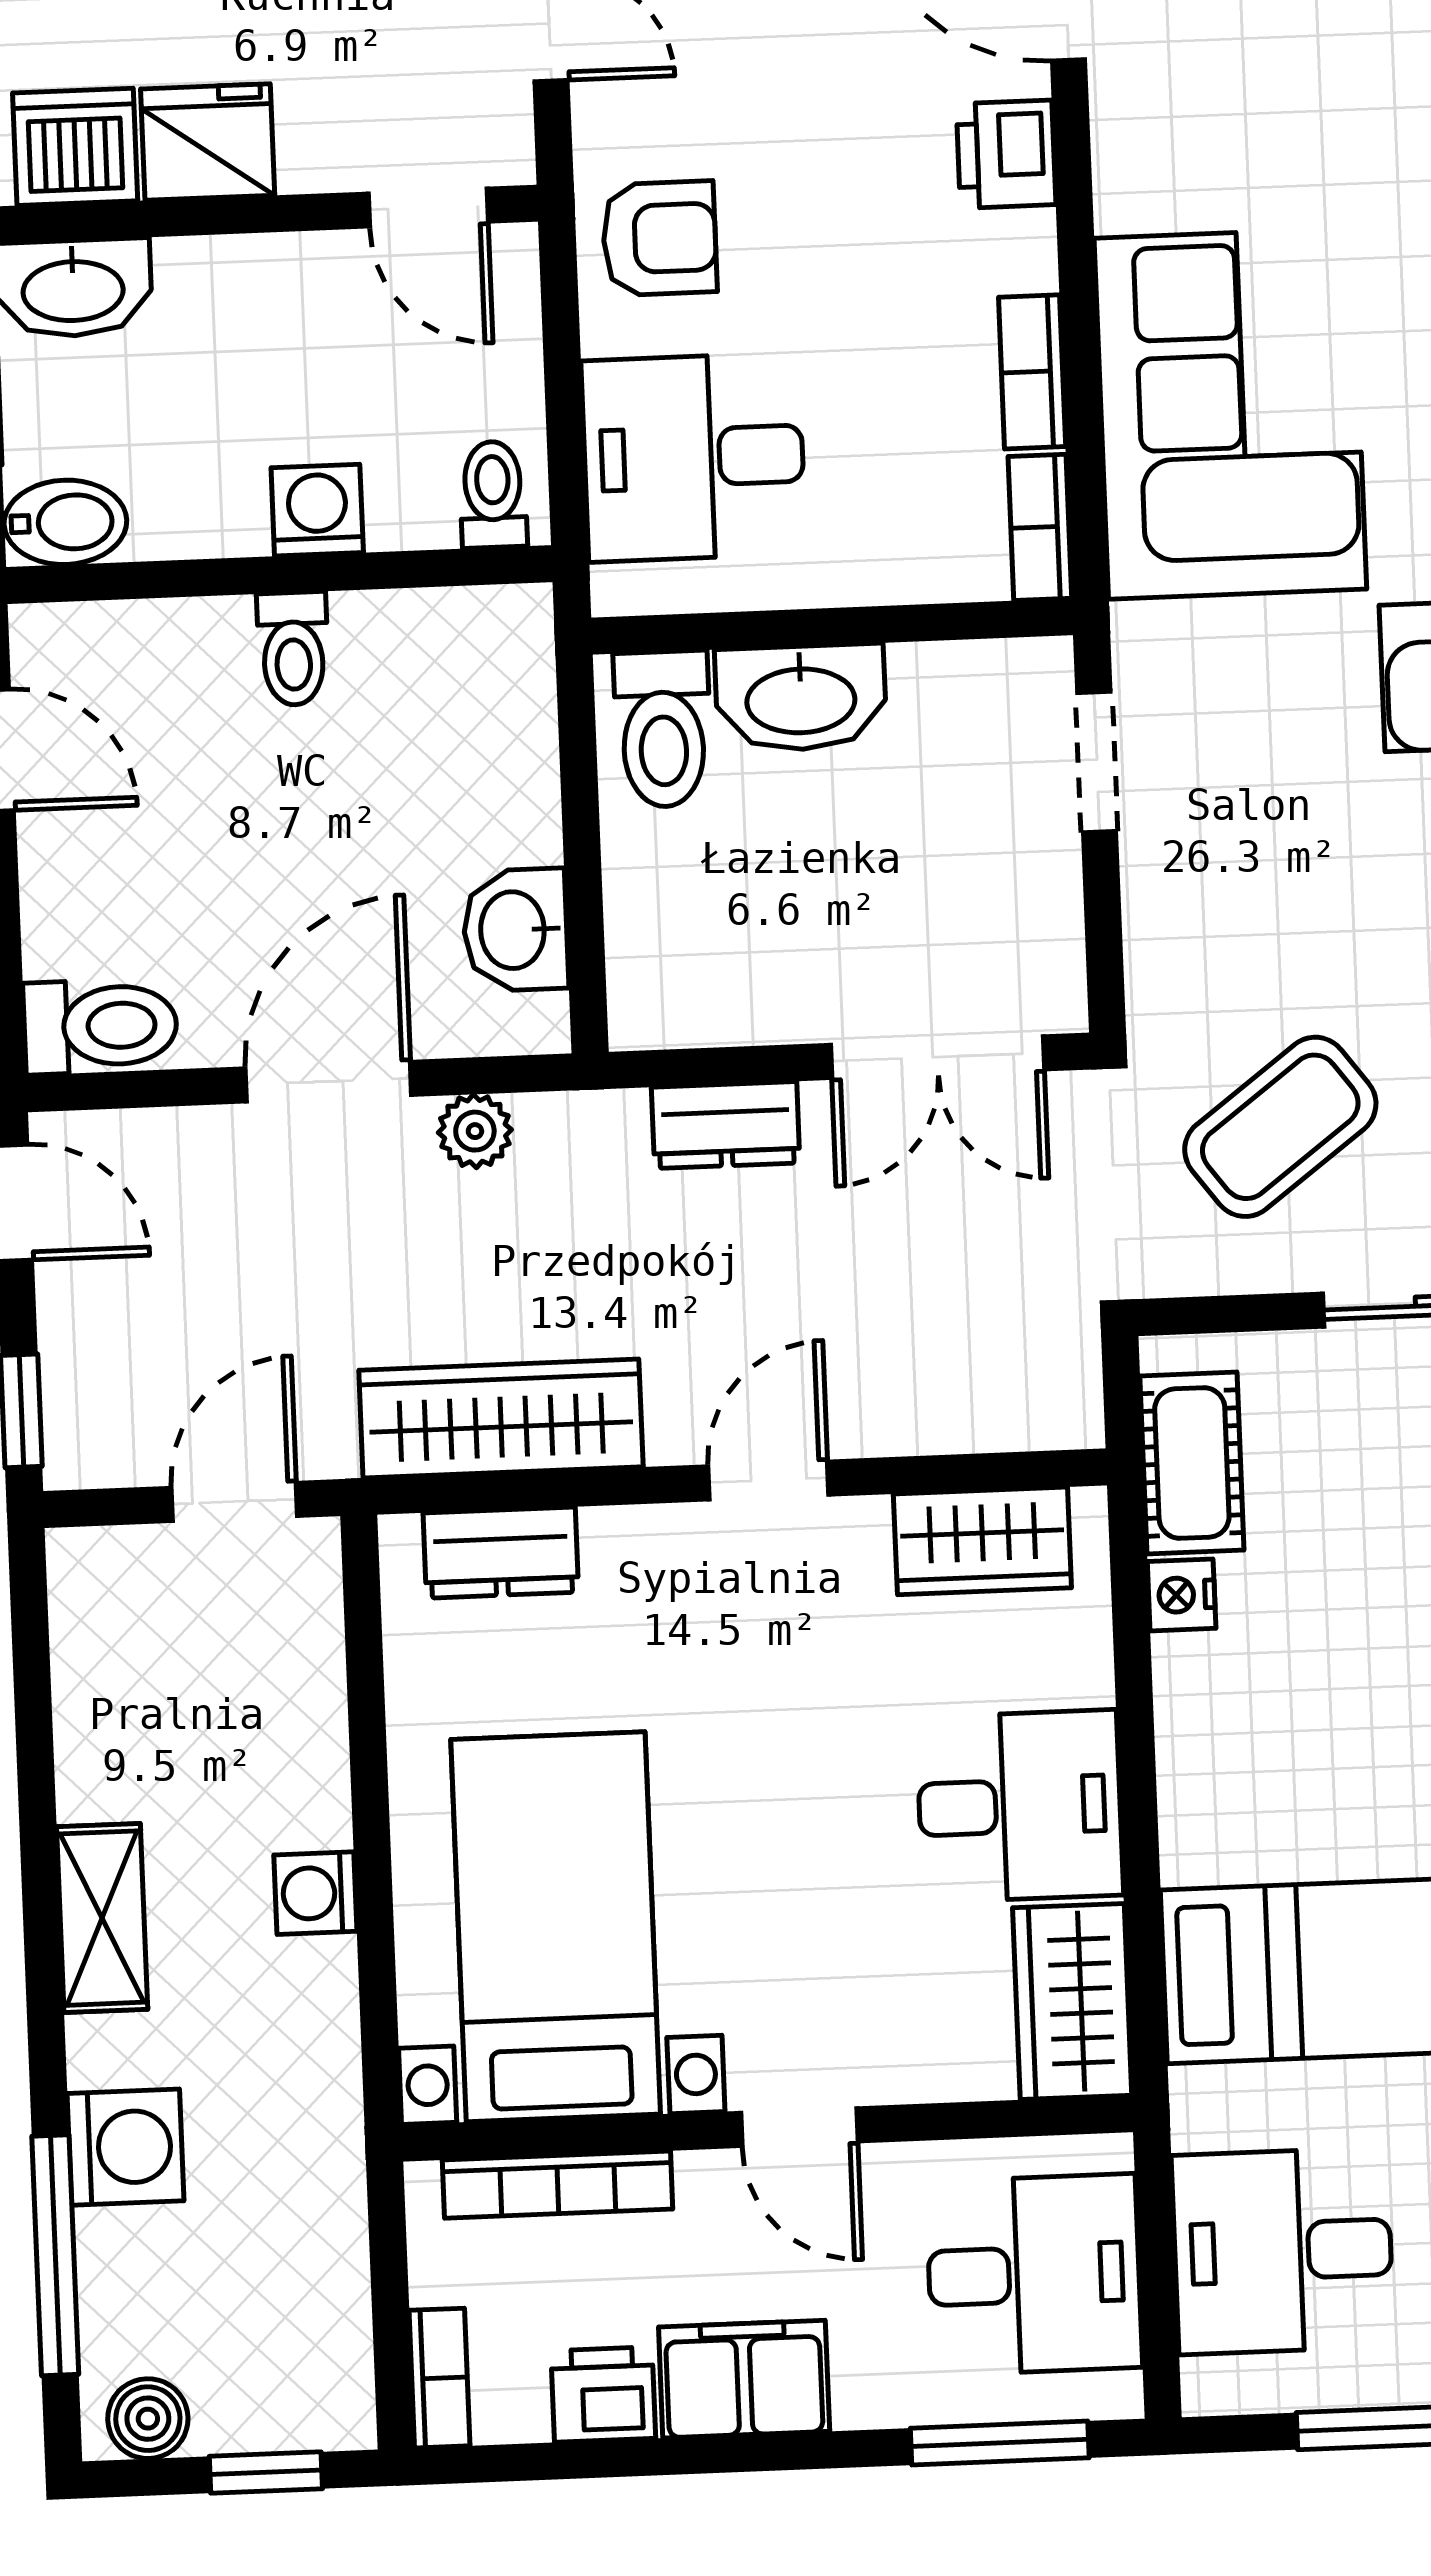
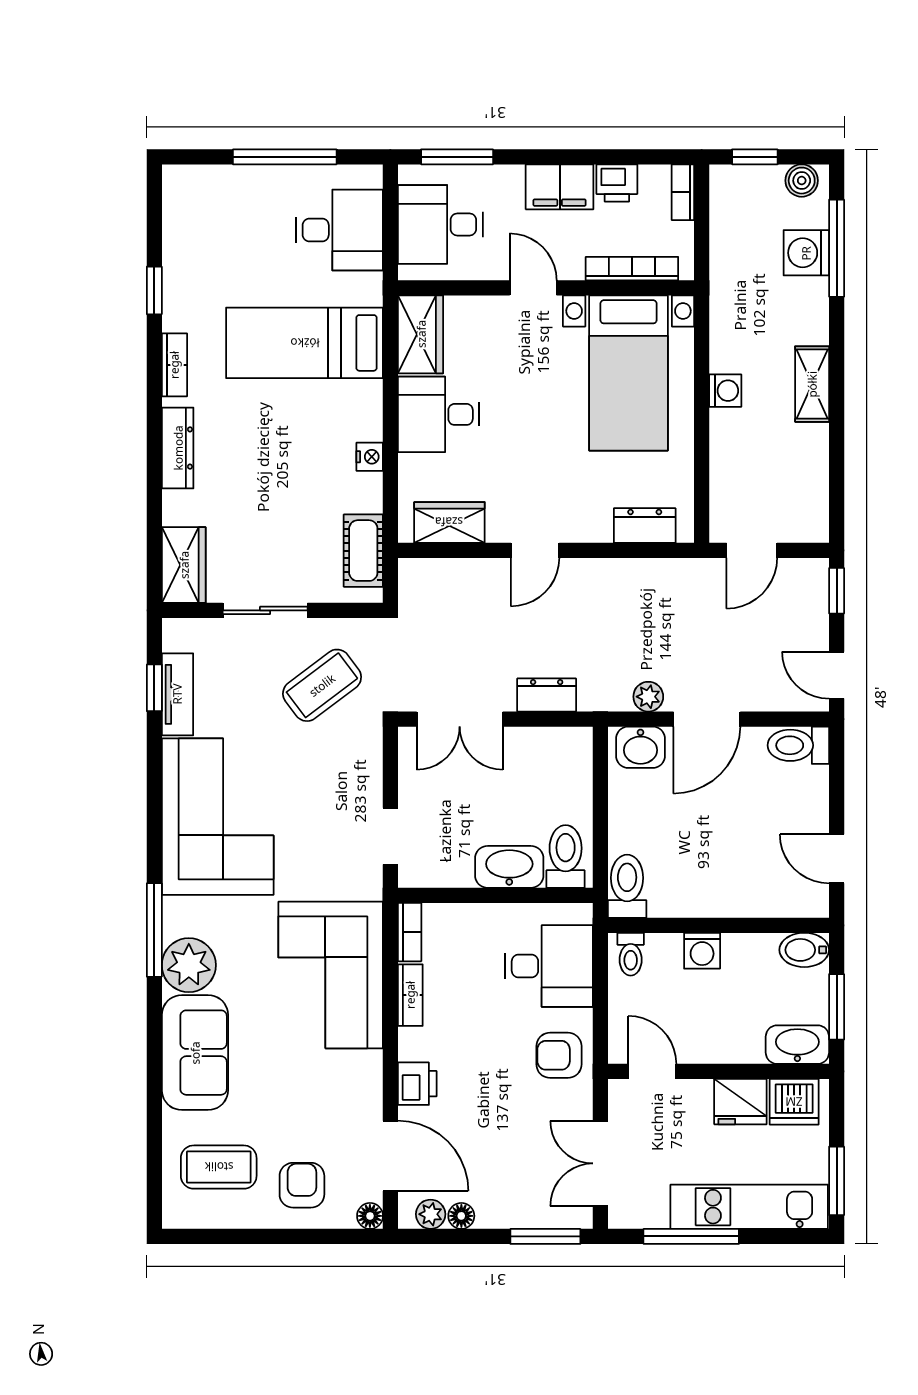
toilet: (293, 649) -> (627, 886), moved, width x1.37, depth x1.39
washbasin: (516, 930) -> (640, 747), moved, turned 90
double door: (938, 1057) -> (460, 719), swing flipped
wardrobe: (501, 1419) -> (642, 580), removed
nightstand: (1182, 1595) -> (370, 457), moved
washing machine: (126, 2147) -> (806, 253), moved

